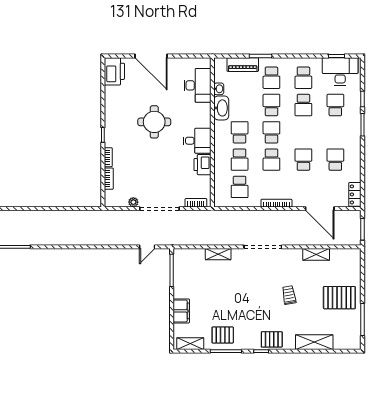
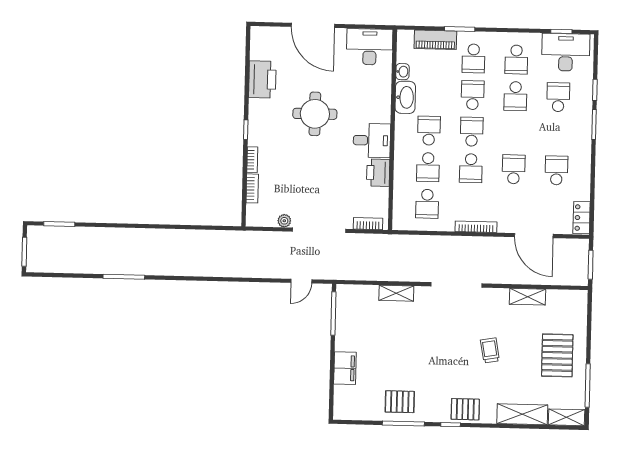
printer: (114, 71) -> (262, 79), moved
desk: (197, 85) -> (370, 47), moved, turned -90
pallet: (339, 298) -> (557, 355), turned 90
shelving: (190, 344) -> (567, 417), moved

